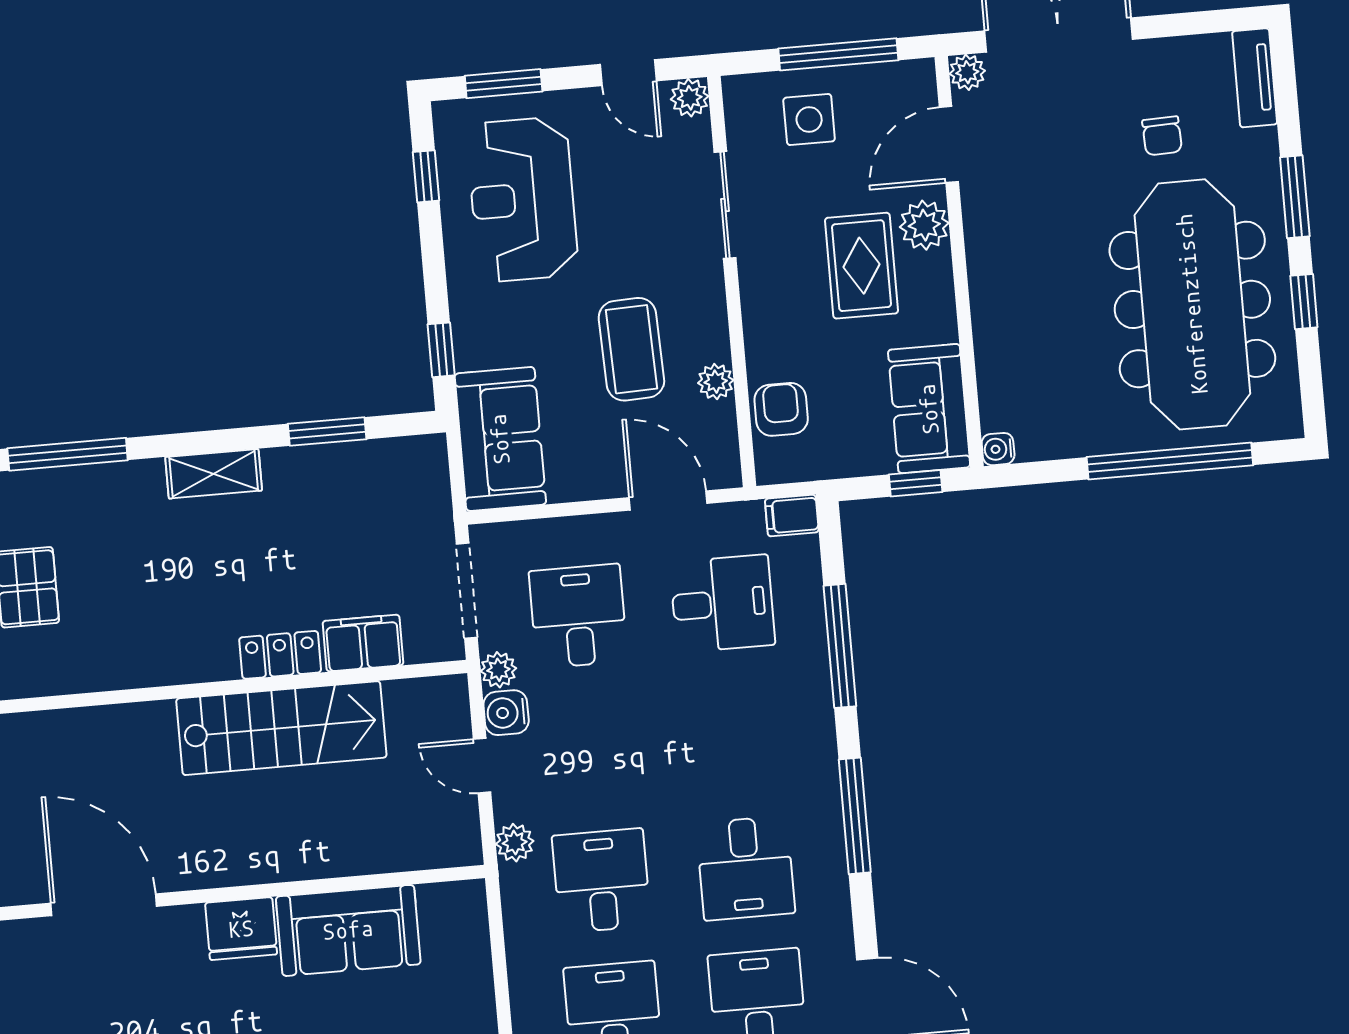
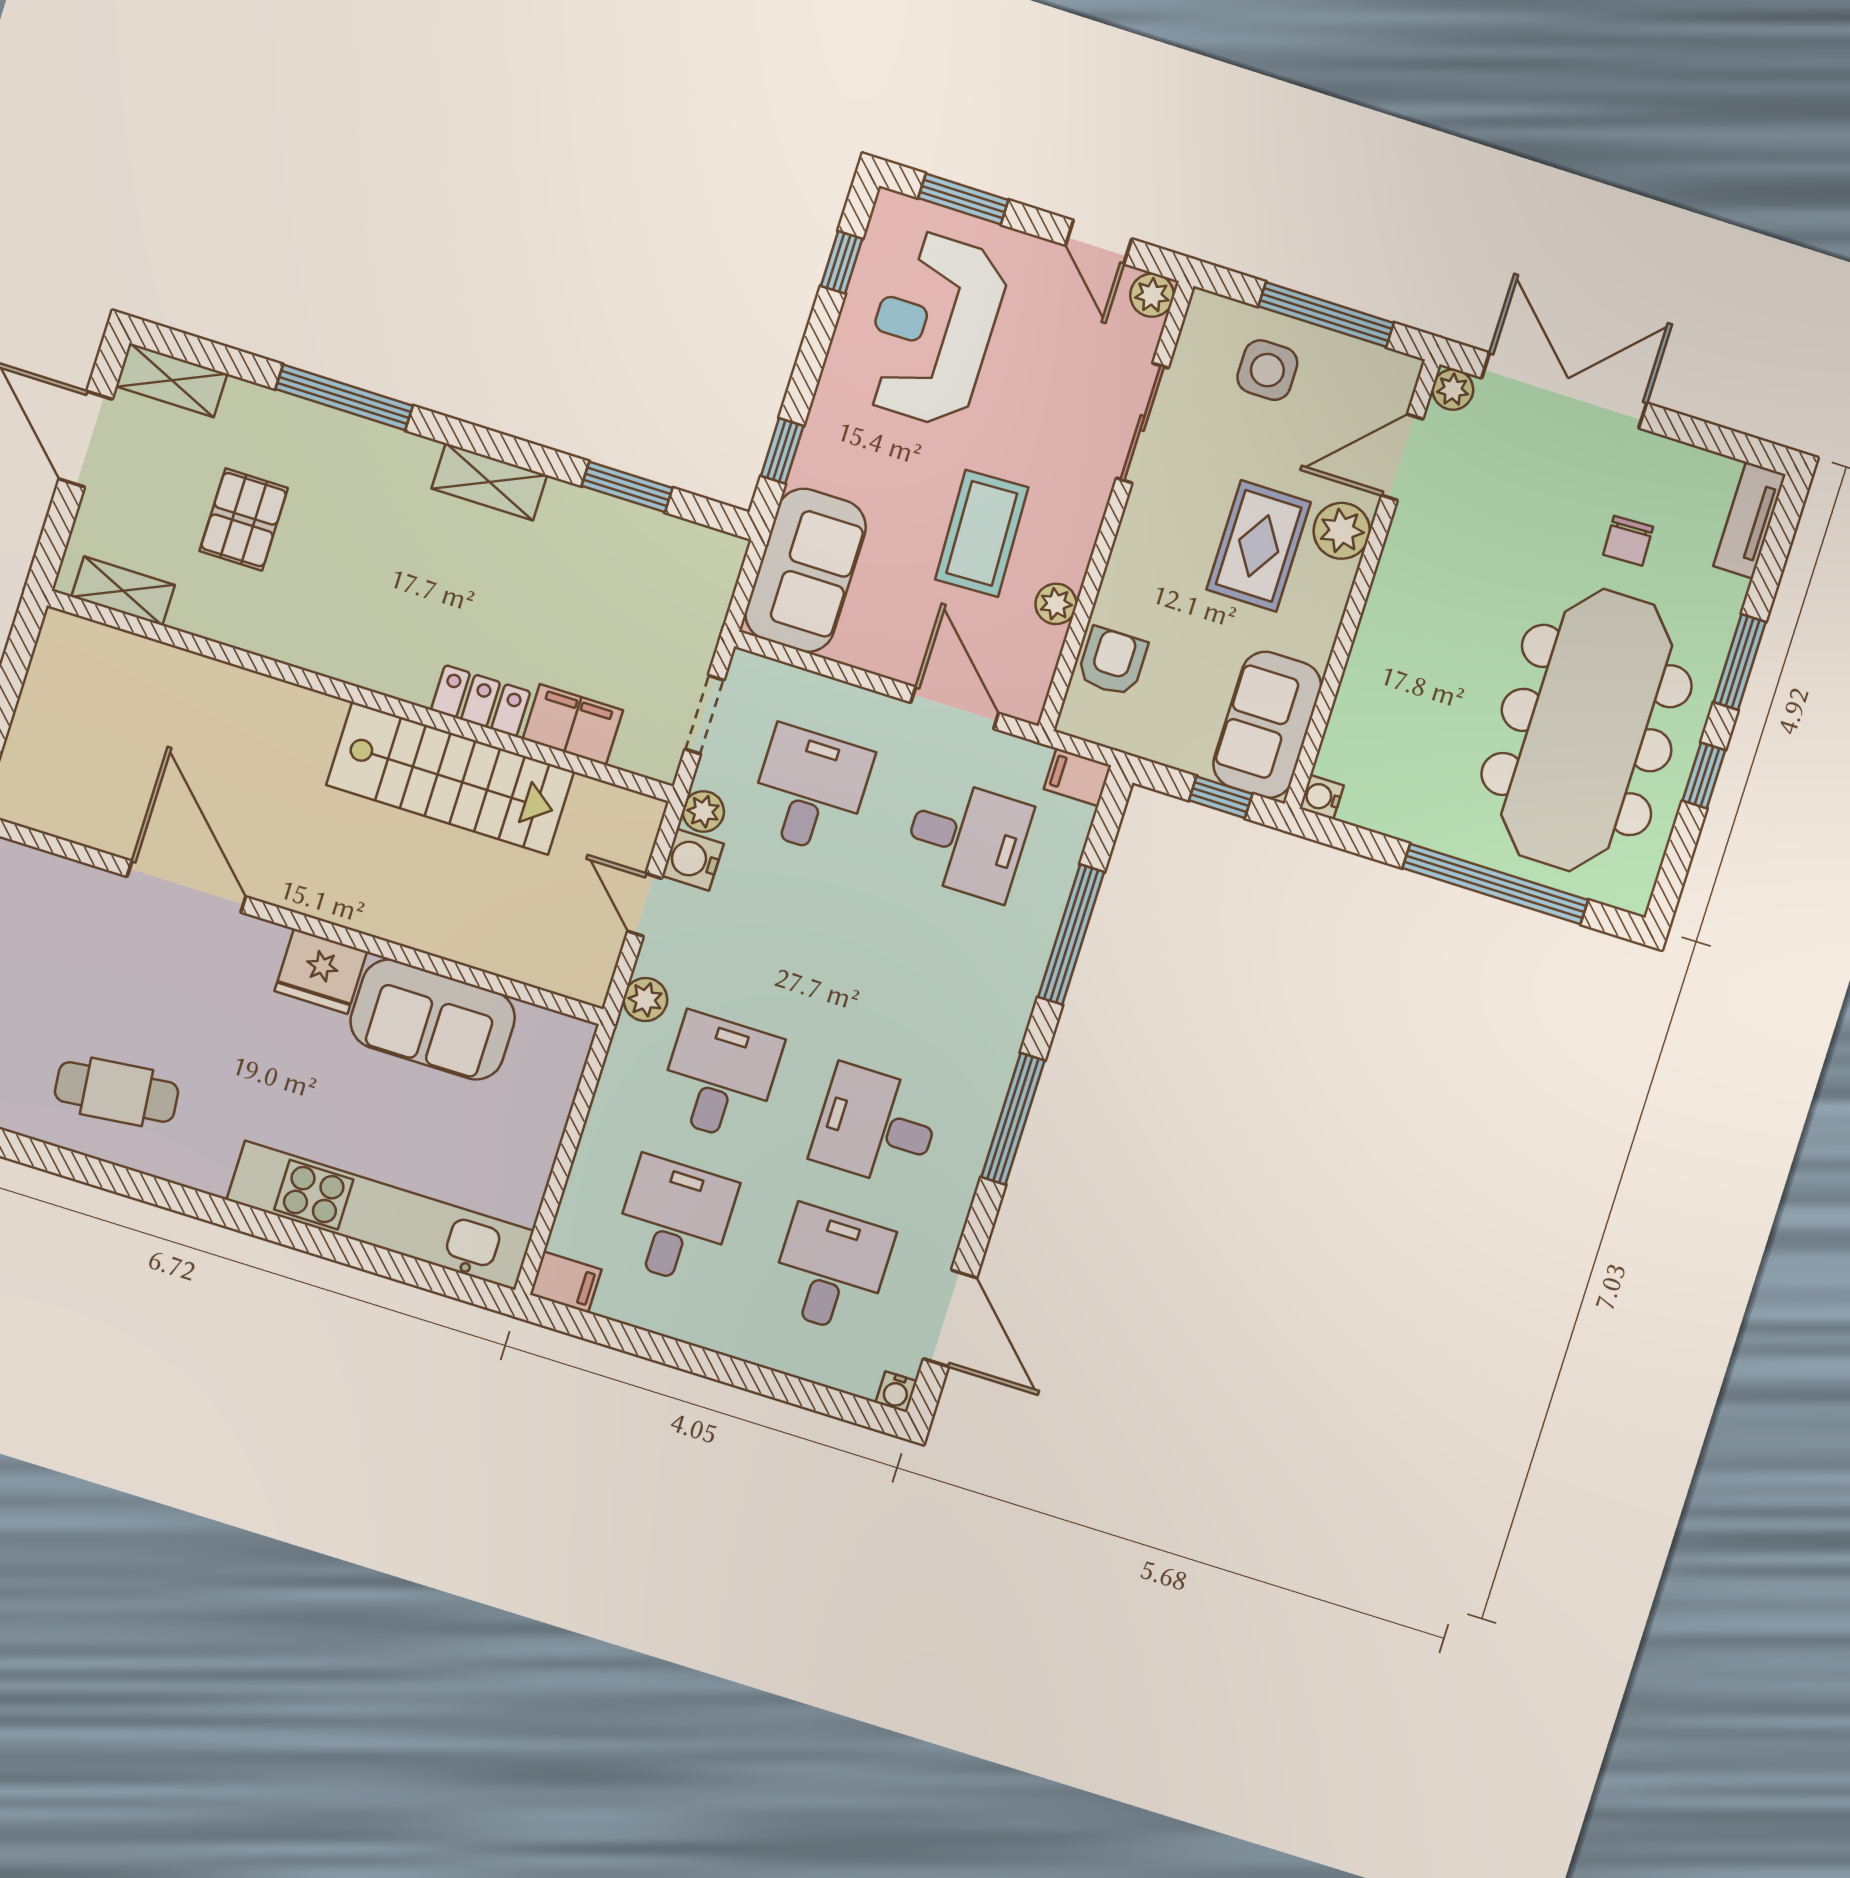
doorway: (467, 591) -> (704, 715), width x0.73
desk: (746, 868) -> (876, 1126), turned 90

